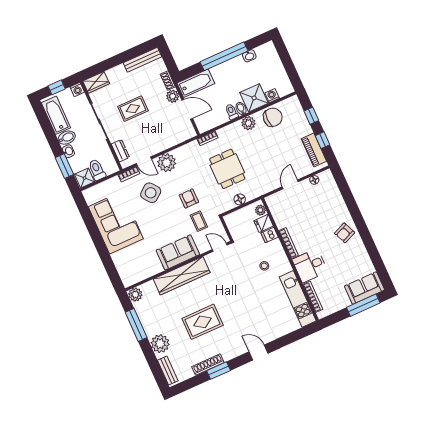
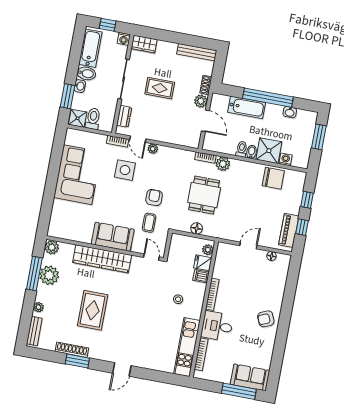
window: (286, 59) -> (319, 137), added
bathtub: (196, 83) -> (247, 107), moved
plant: (248, 123) -> (223, 164), moved
plant: (167, 163) -> (153, 149), width x0.53, depth x0.53
side table: (151, 193) -> (125, 170), turned 38
plant: (149, 318) -> (49, 275), added
rug: (203, 322) -> (93, 310), turned 90
plant: (160, 344) -> (38, 307), width x0.53, depth x0.53
door: (258, 352) -> (122, 369), swing flipped

